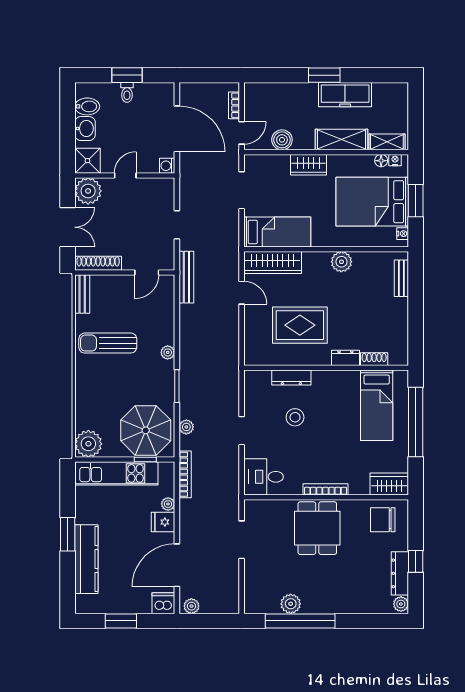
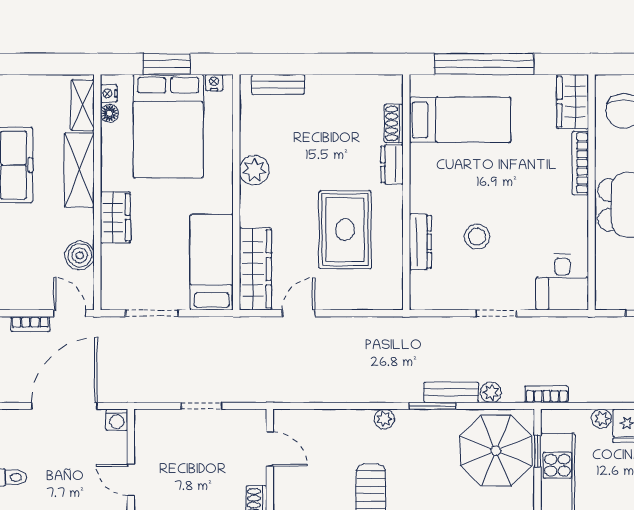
bench: (186, 277) -> (451, 392), moved, width x0.73
bookcase: (185, 474) -> (547, 394), width x0.64
bookcase: (326, 489) -> (580, 163), moved

